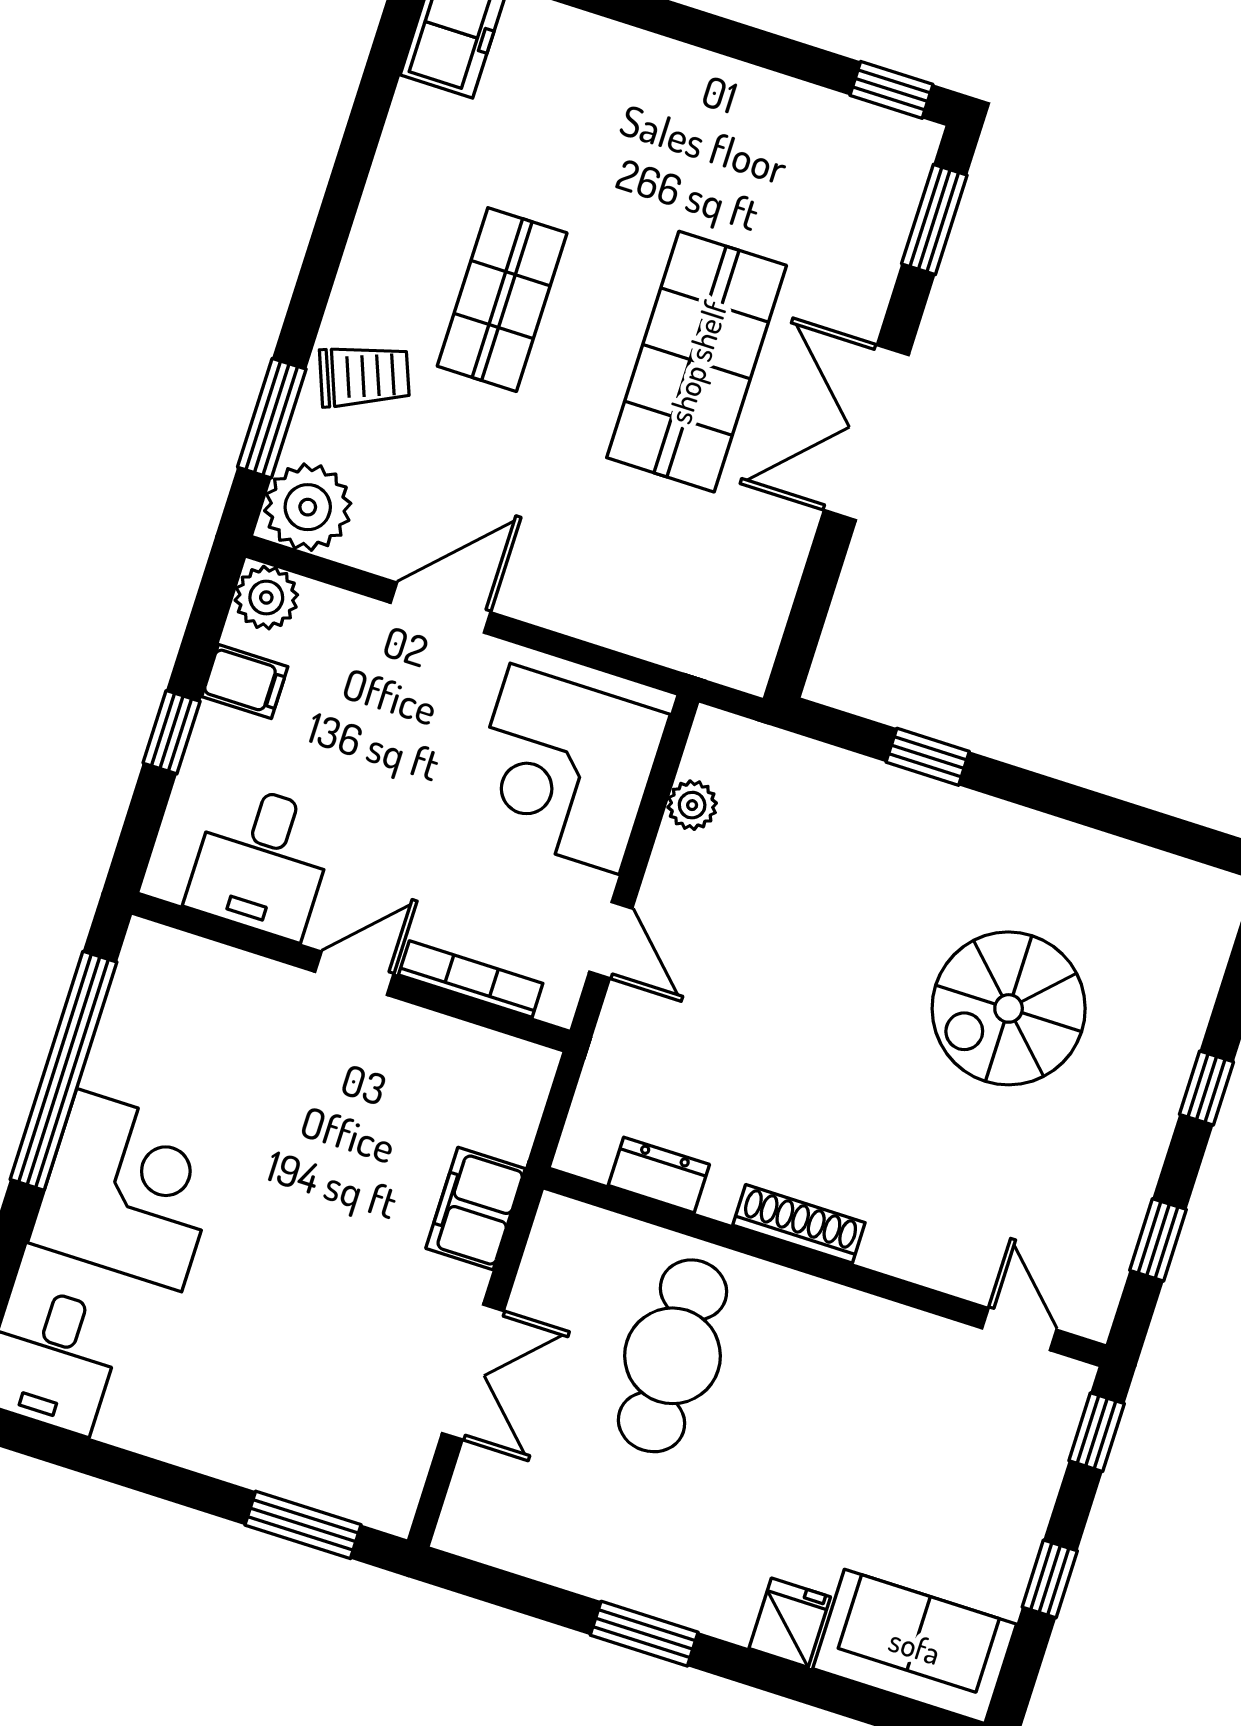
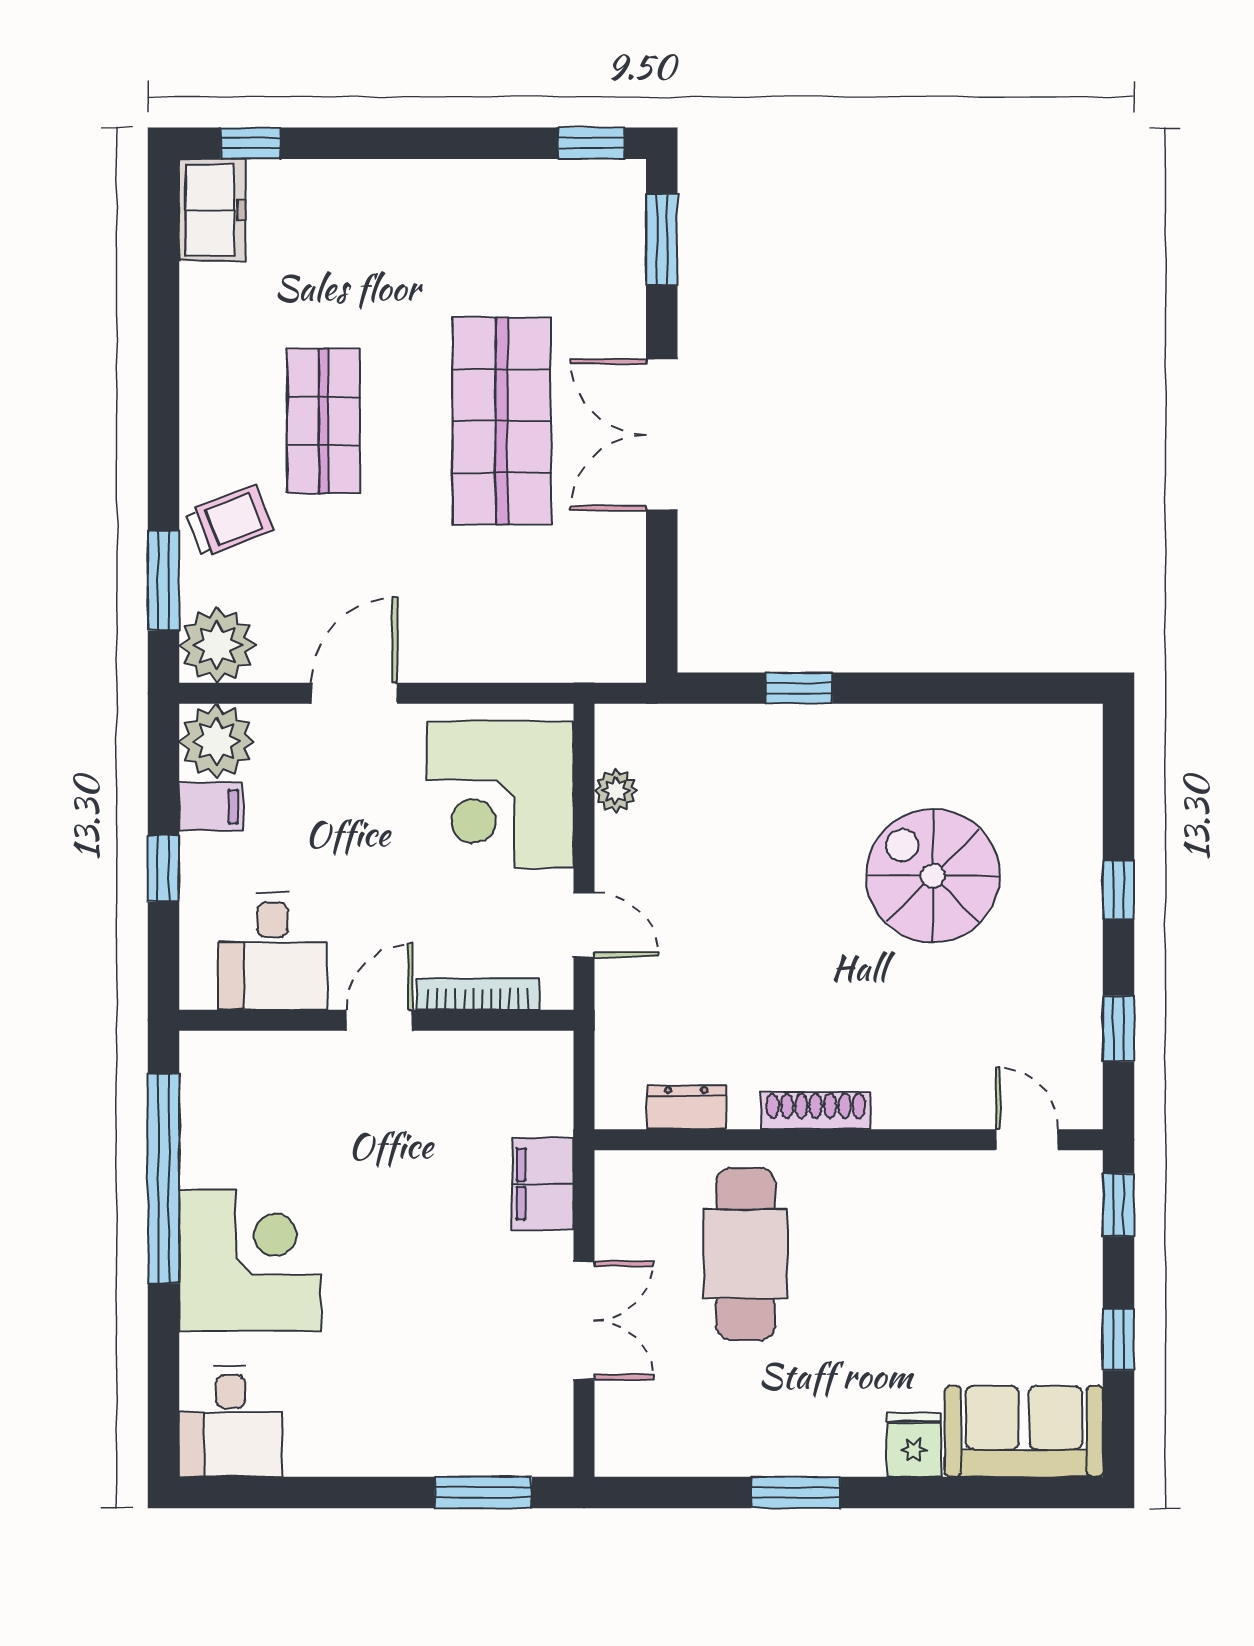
plant: (266, 598) -> (217, 741), width x1.36, depth x1.36
spiral stairs: (1009, 1008) -> (933, 876), turned 90

